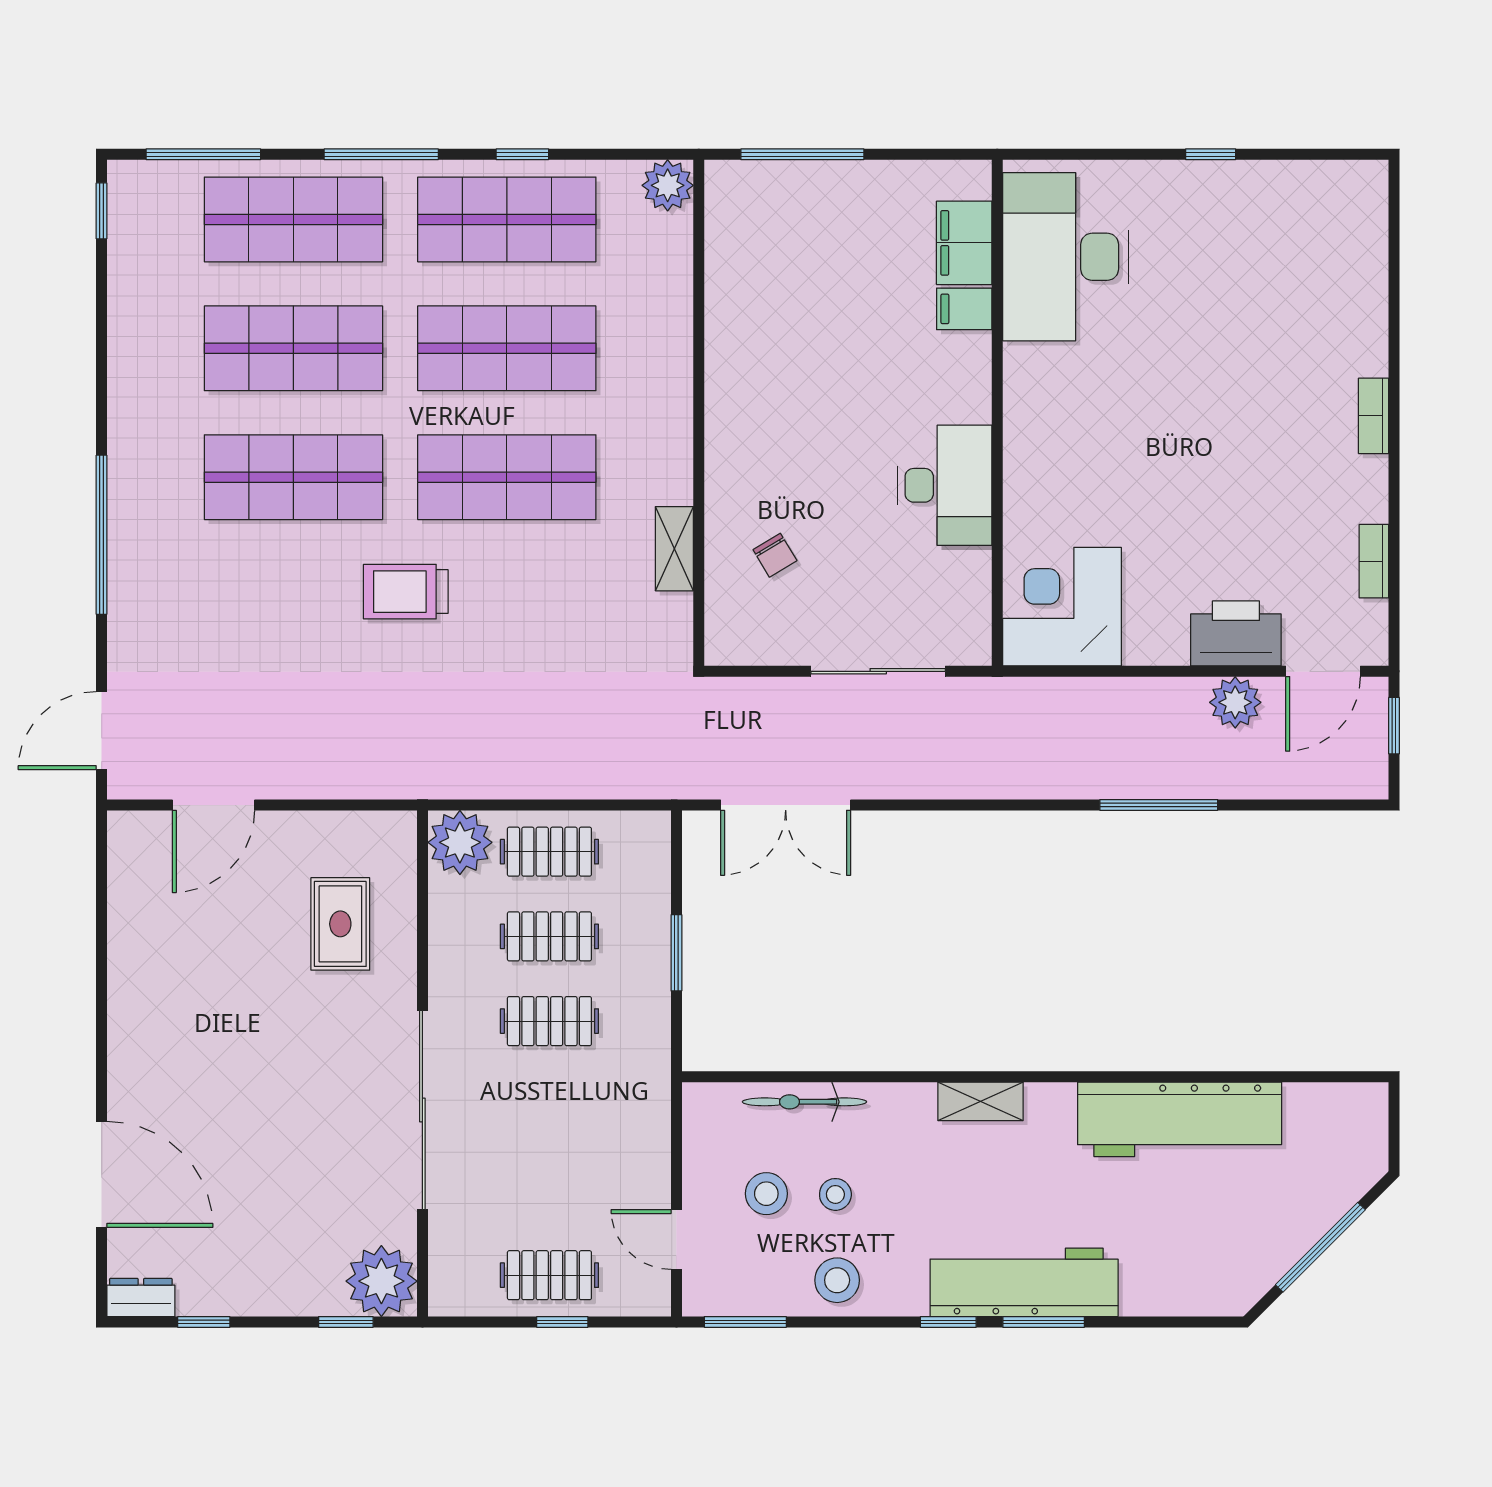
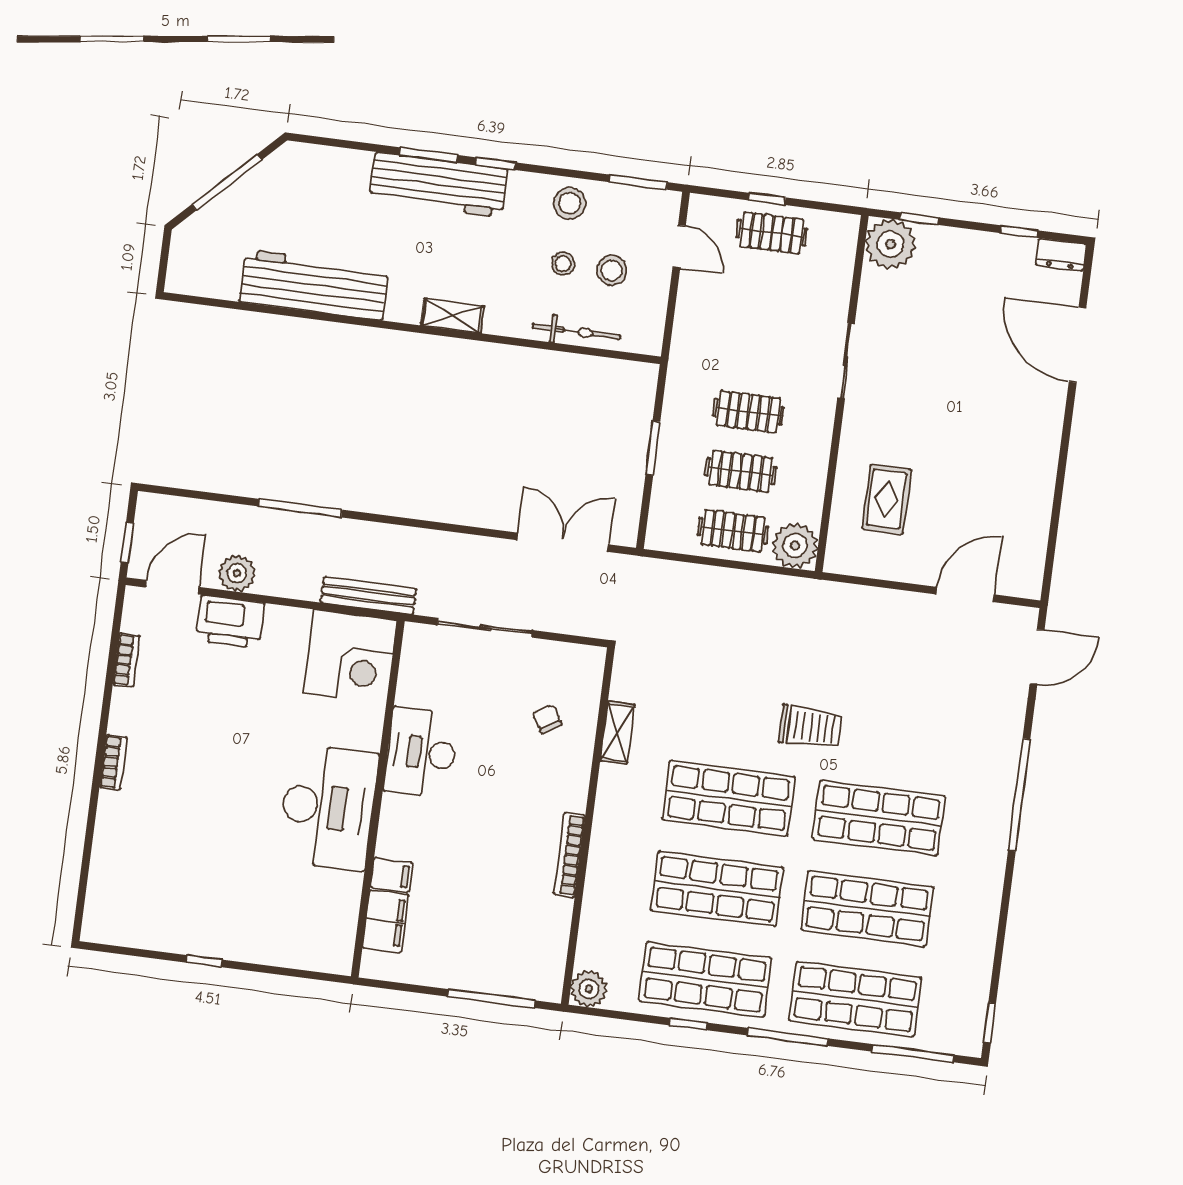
desk: (1066, 257) -> (328, 807), moved
bookcase: (719, 369) -> (570, 855), added
bench: (1047, 695) -> (368, 596), added
sliding door: (422, 1110) -> (846, 361), width x0.54

